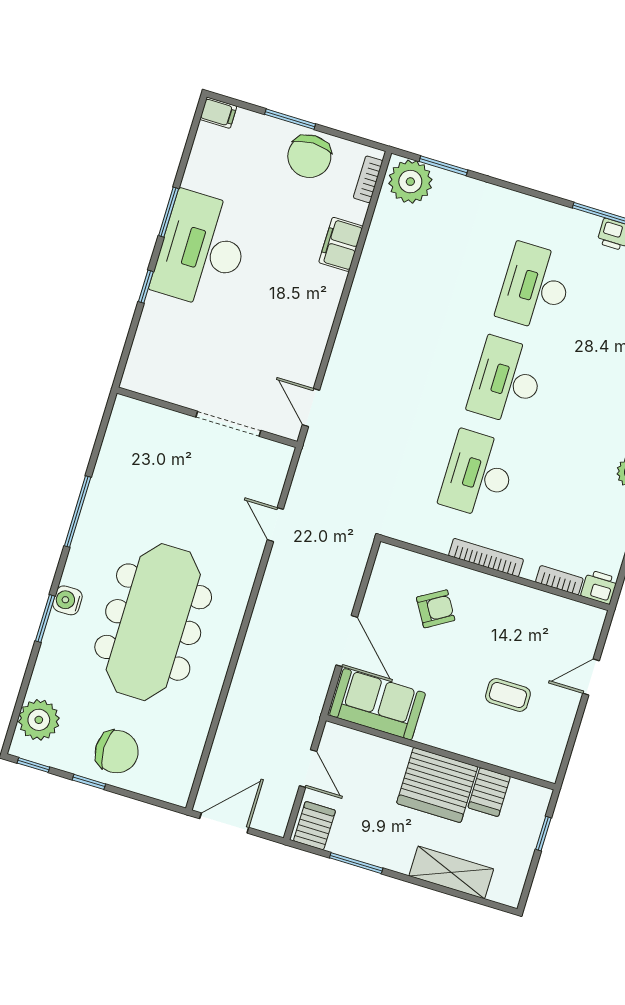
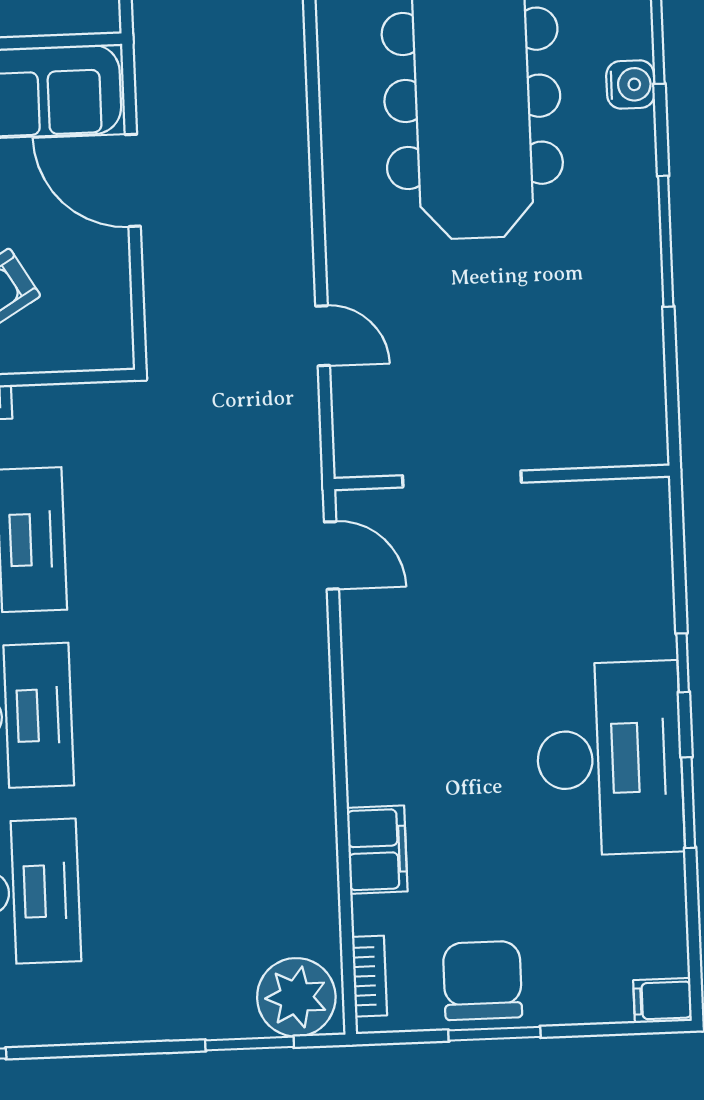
window: (290, 119) -> (494, 1034), moved

